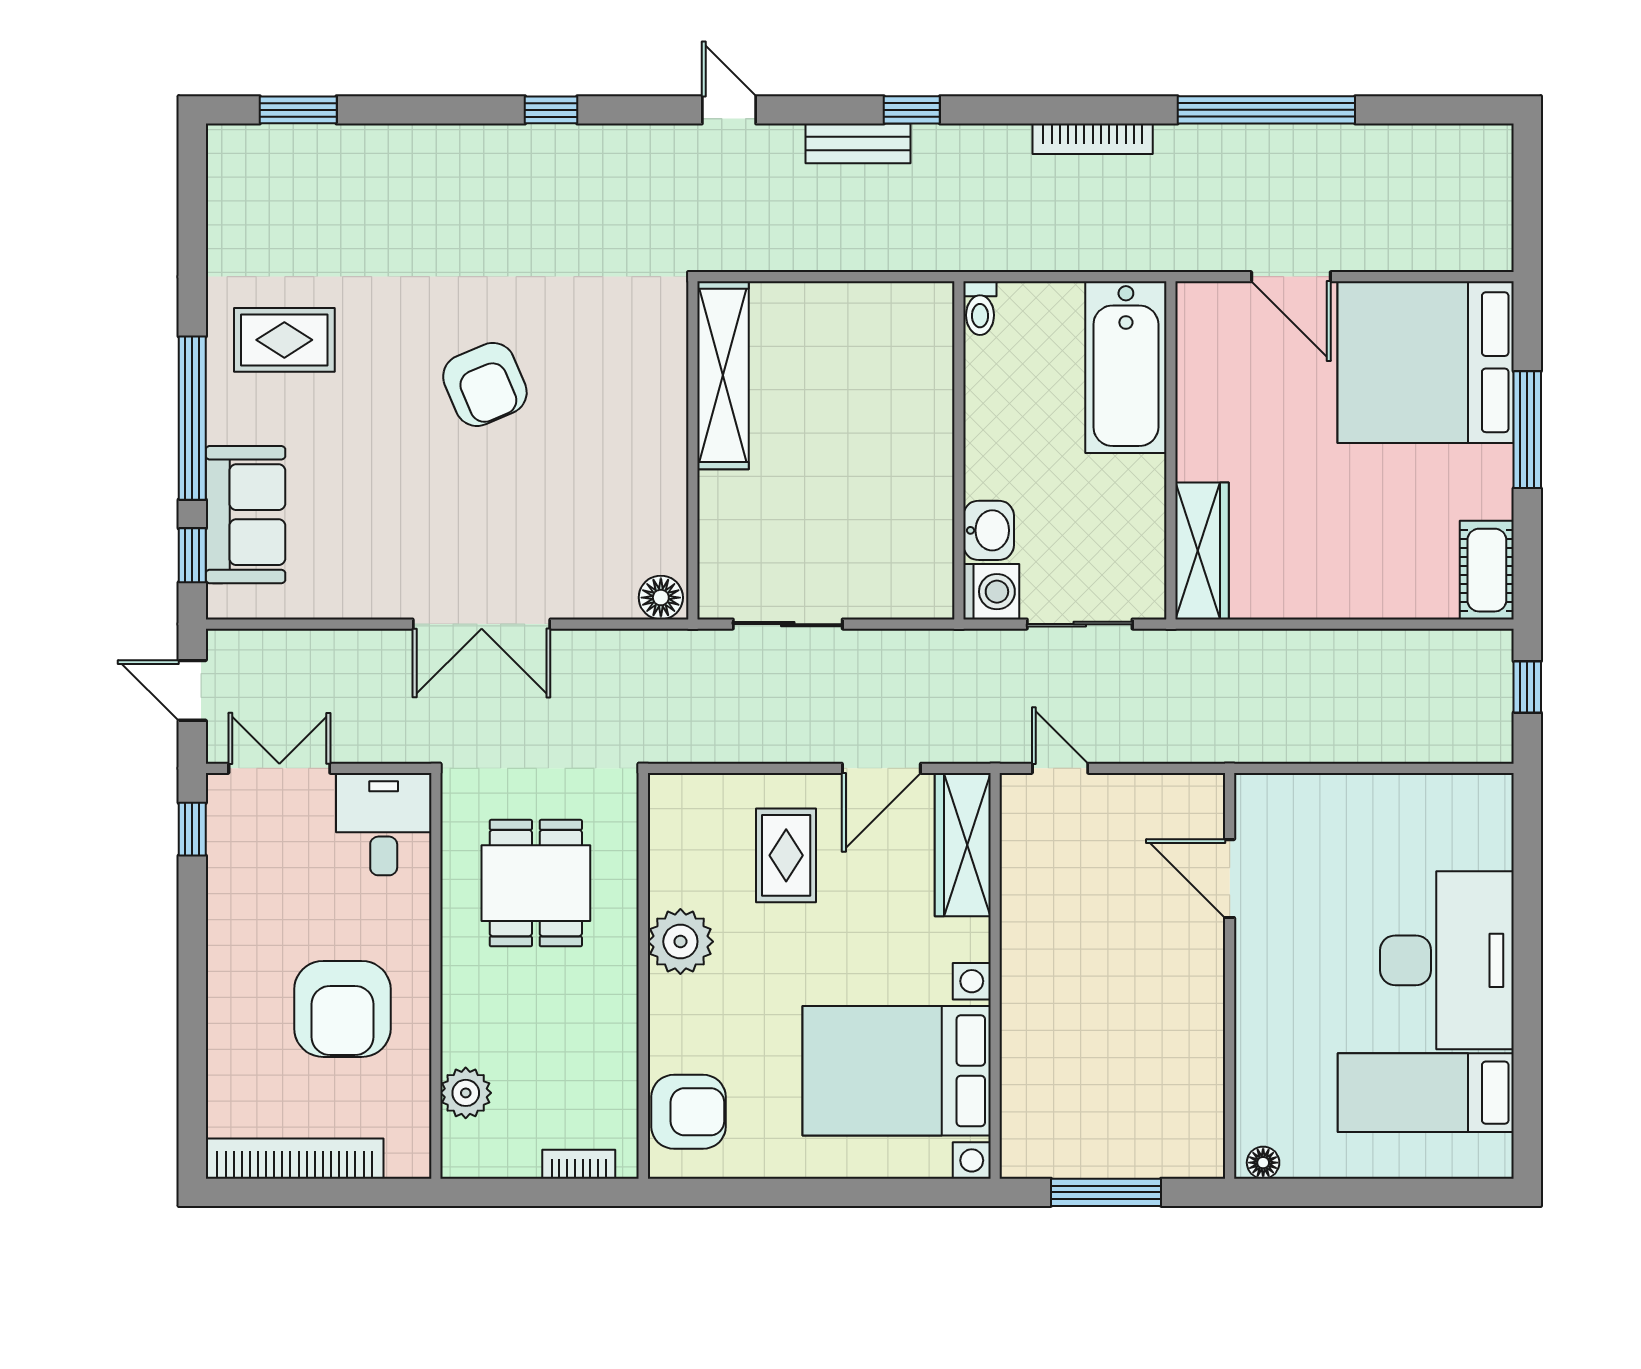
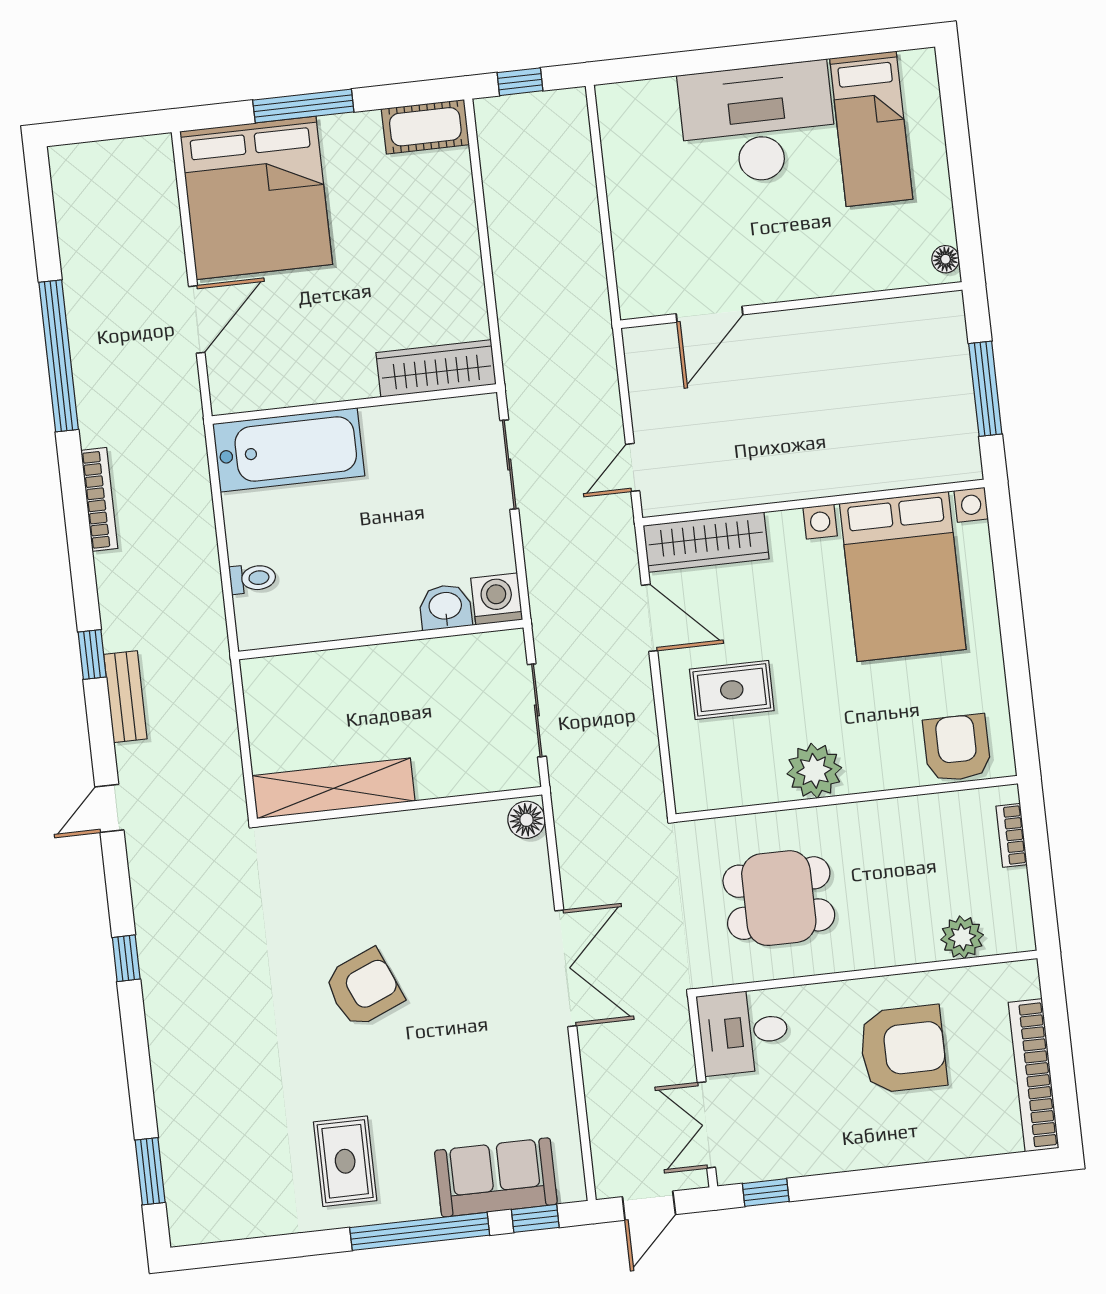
wall: (959, 450) -> (381, 640), moved
washbasin: (989, 530) -> (445, 607), moved
washing machine: (991, 592) -> (497, 599), moved

